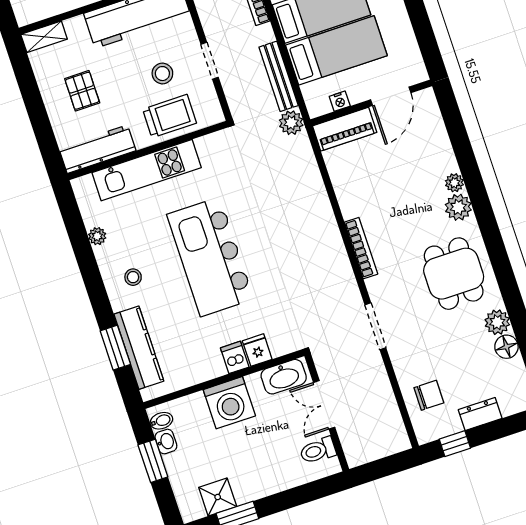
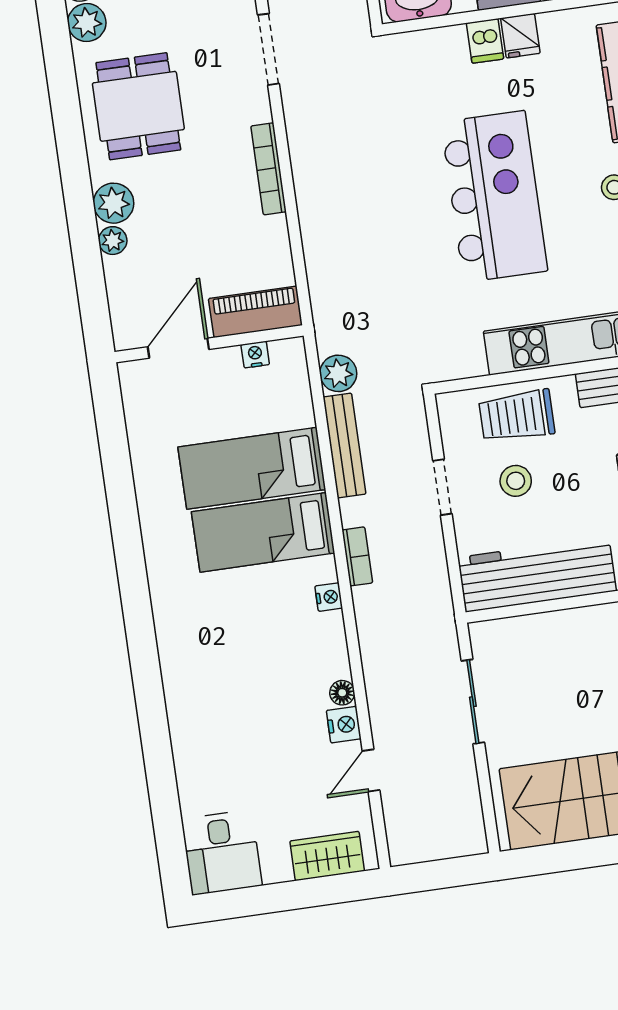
door: (391, 96) -> (178, 348), moved
nightstand: (340, 101) -> (255, 355), moved
wall: (371, 103) -> (209, 344), moved
piano: (345, 129) -> (255, 312), moved
fridge: (257, 350) -> (520, 36), moved

